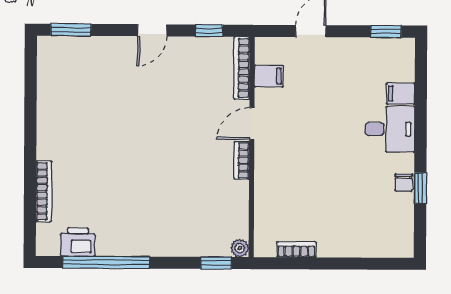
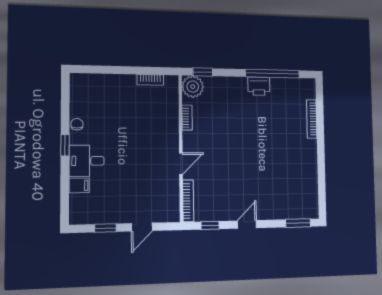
window: (386, 32) -> (105, 228), moved
filing cabinet: (269, 76) -> (170, 196), removed
bookcase: (242, 160) -> (187, 118), moved
window: (420, 188) -> (65, 145), moved
printer: (78, 242) -> (259, 86), moved
plant: (240, 248) -> (193, 87), width x1.87, depth x1.87

